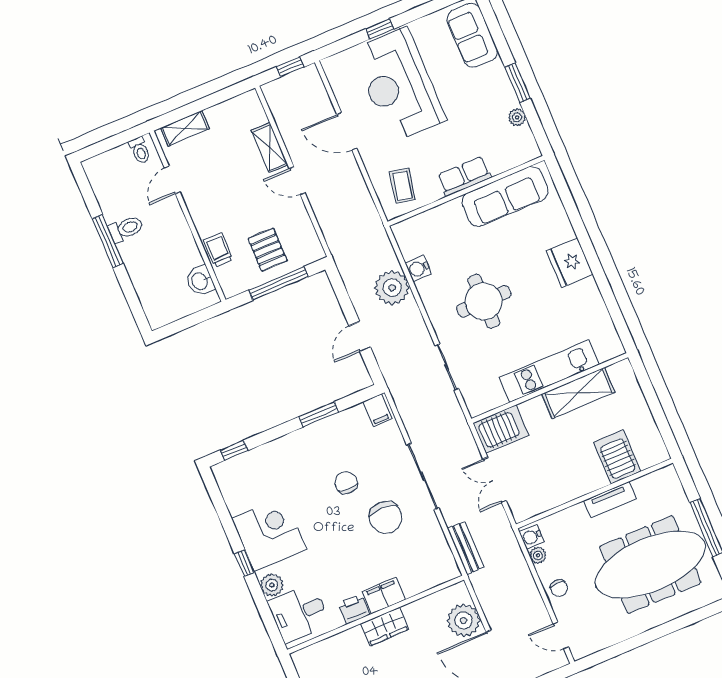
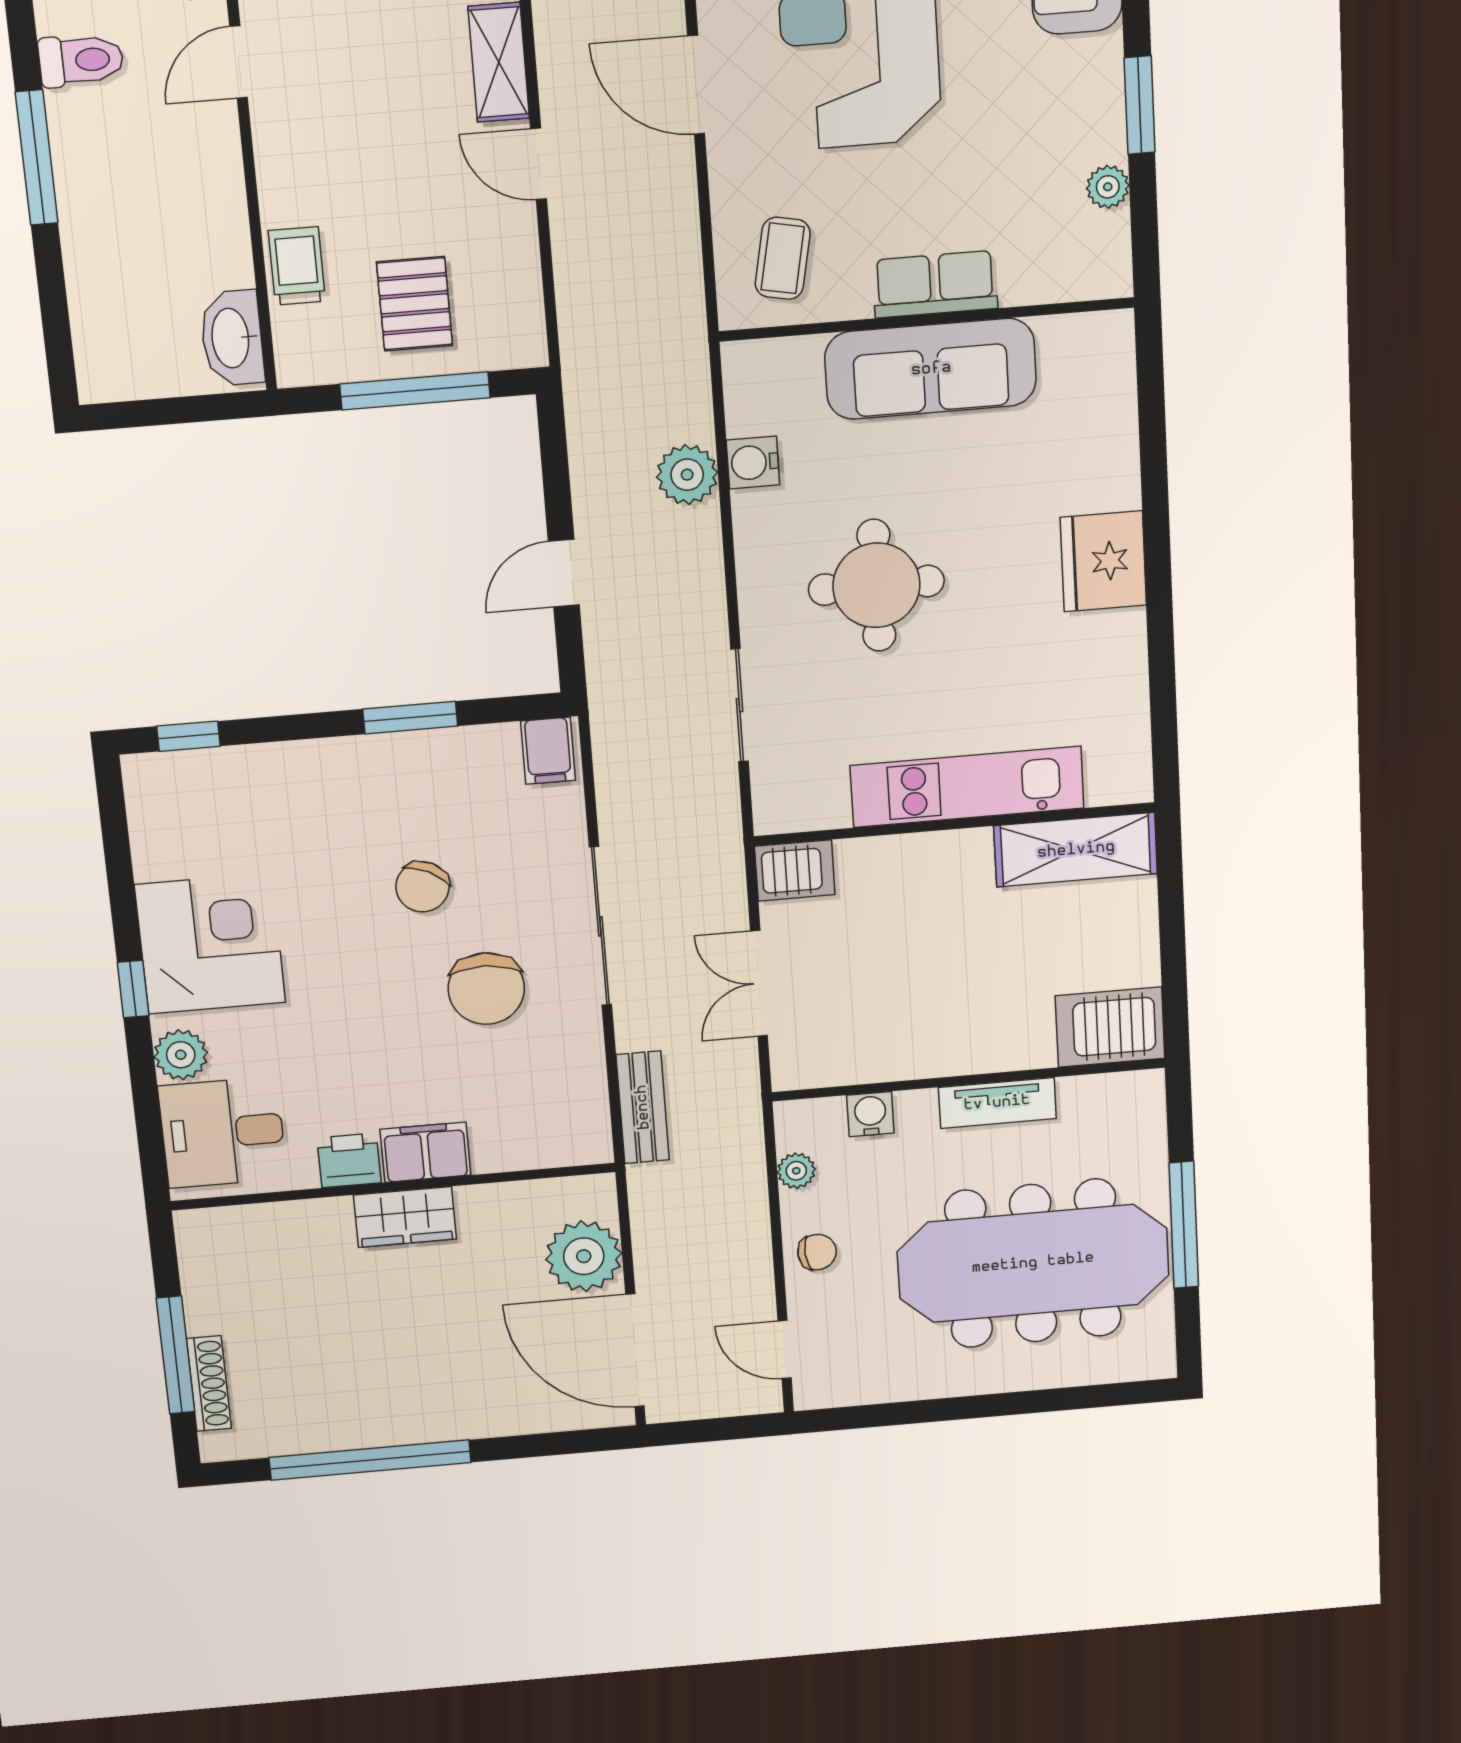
sofa: (505, 196) -> (931, 369), moved
toilet: (126, 229) -> (81, 60), moved
washbasin: (200, 281) -> (232, 338), width x1.38
plant: (392, 288) -> (687, 475), width x0.73, depth x0.73
shelving: (578, 393) -> (1076, 850), moved
server rack: (501, 429) -> (795, 870), width x0.73, depth x0.70
server rack: (617, 457) -> (1110, 1027), moved, turned -90
chair: (346, 483) -> (422, 887), turned -153
water cooler: (532, 537) -> (870, 1114), moved, turned 90
chair: (559, 588) -> (817, 1252), turned -95

